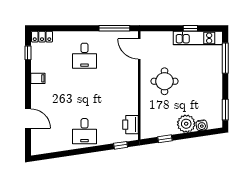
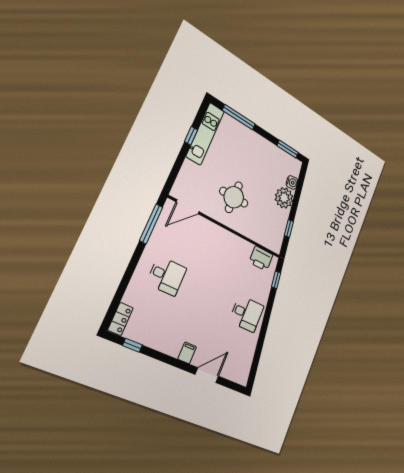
filing cabinet: (38, 78) -> (187, 353), moved

